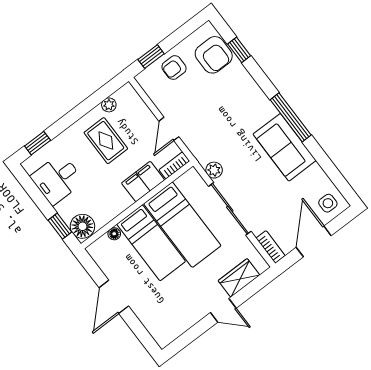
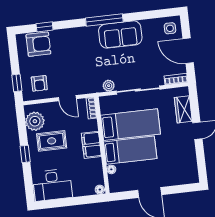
armchair: (174, 68) -> (39, 83), moved
plant: (109, 105) -> (35, 121), width x1.88, depth x1.88
window: (38, 143) -> (25, 154), moved
desk: (57, 179) -> (52, 185), width x1.37
filing cabinet: (143, 182) -> (91, 145), moved
window: (60, 226) -> (87, 200), removed
floor lamp: (82, 226) -> (100, 190), width x0.53, depth x0.53

